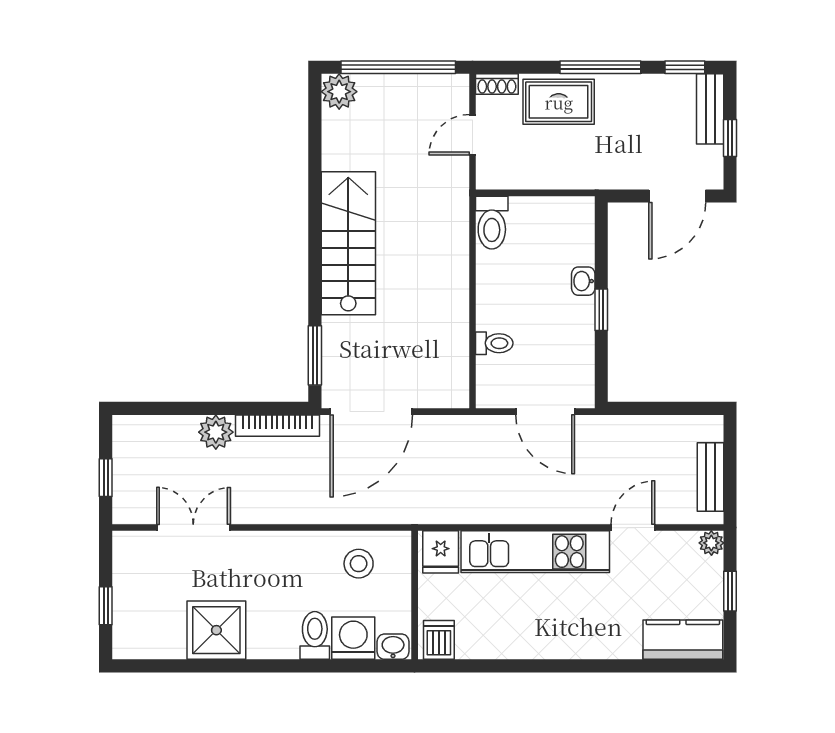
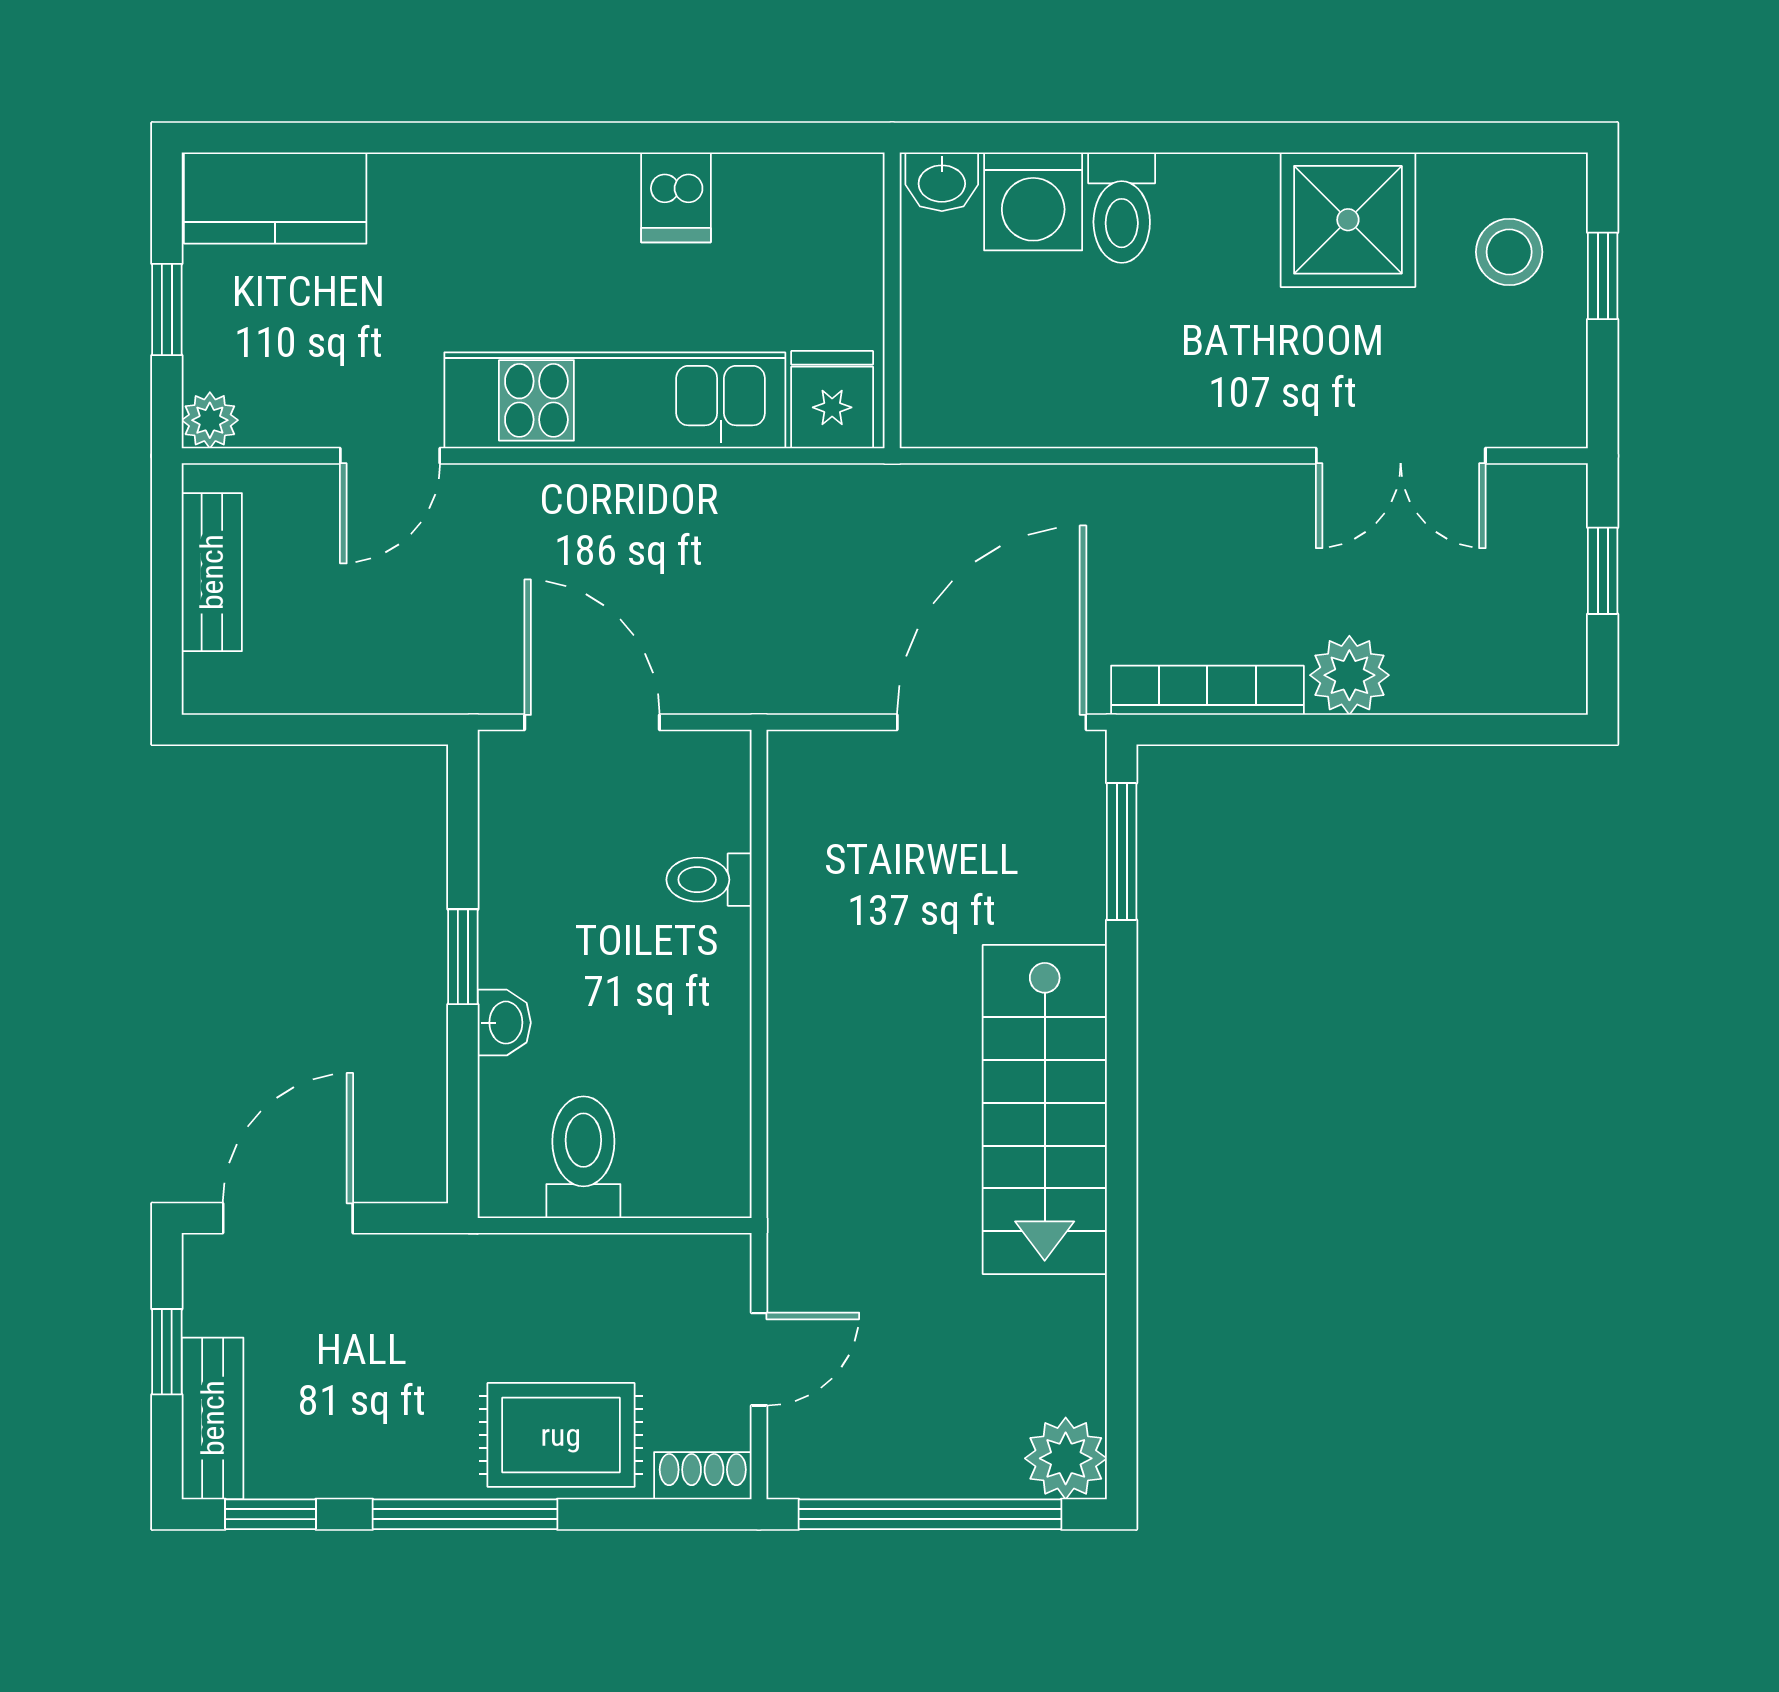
toilet: (492, 223) -> (583, 1157), moved
stool: (359, 564) -> (1509, 252), moved
dishwasher: (439, 640) -> (676, 197), moved

